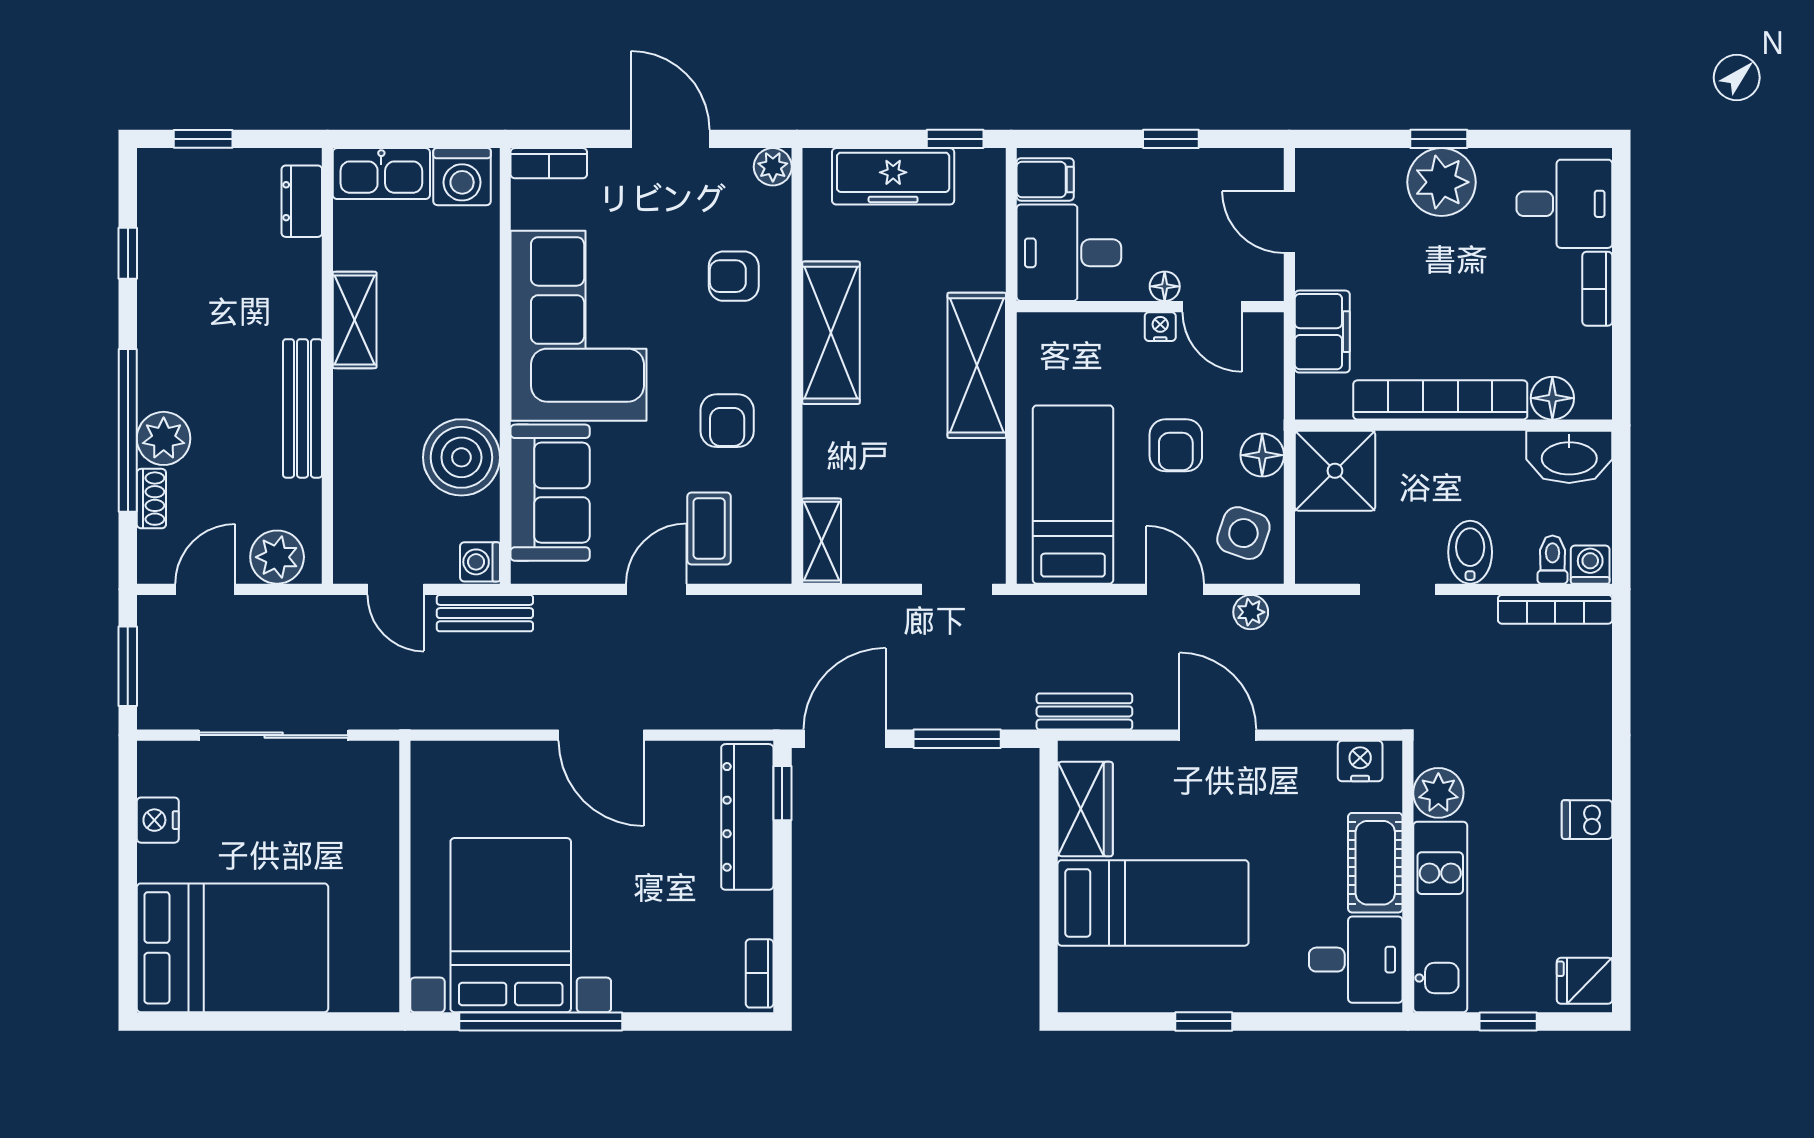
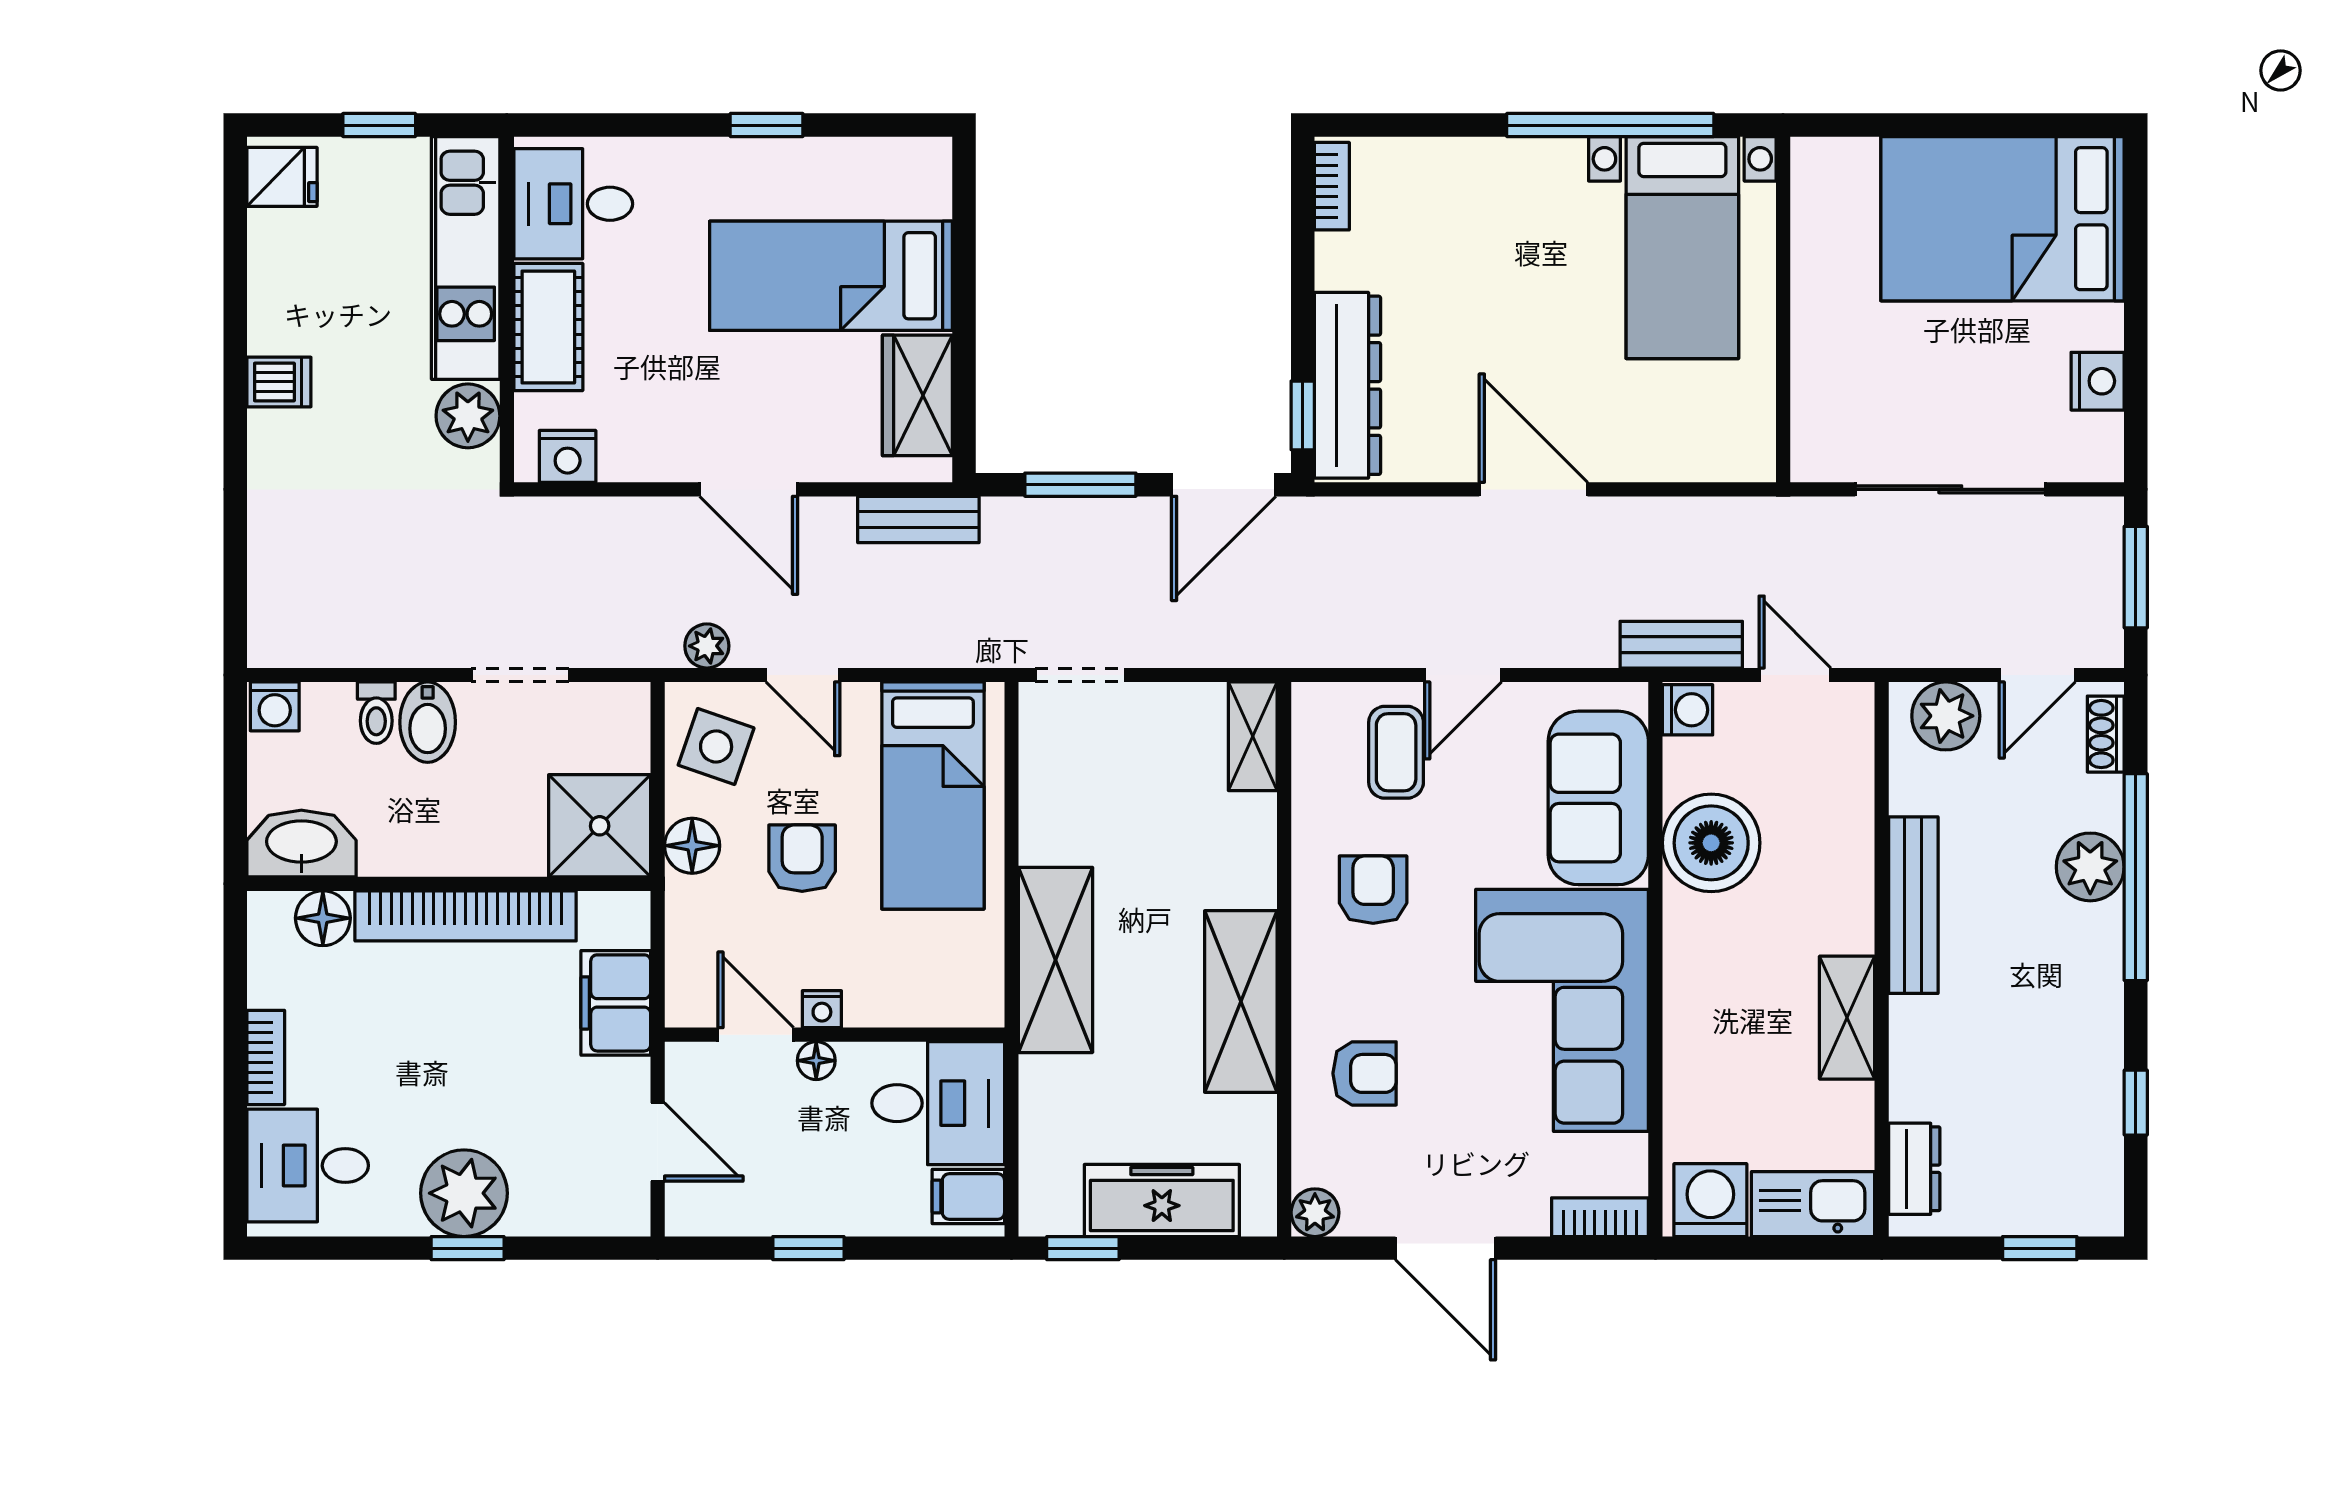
shoe rack: (151, 499) -> (2106, 734), moved
toilet: (1552, 560) -> (376, 713), moved
bookcase: (1555, 609) -> (319, 649), removed
bed with nightstands: (511, 925) -> (1682, 248), width x0.73

